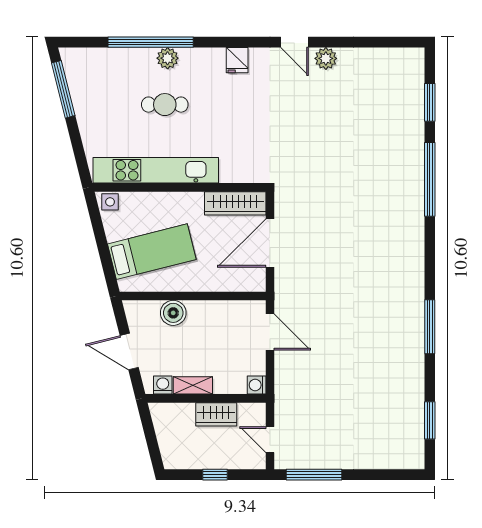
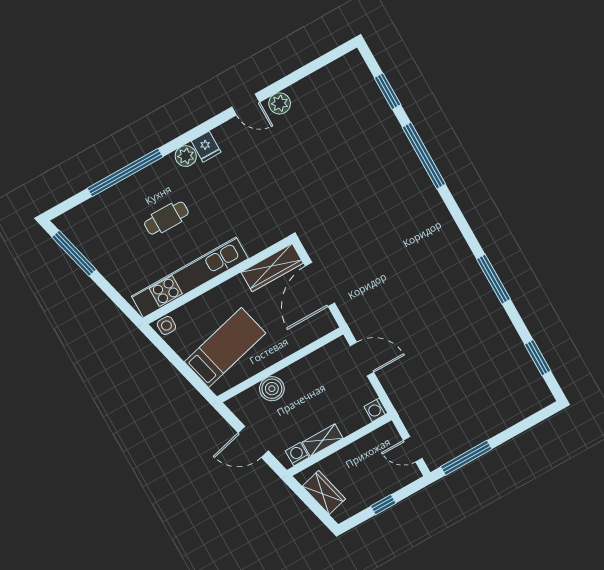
plant: (168, 58) -> (186, 156), moved
wardrobe: (216, 414) -> (324, 492), moved, turned -104

